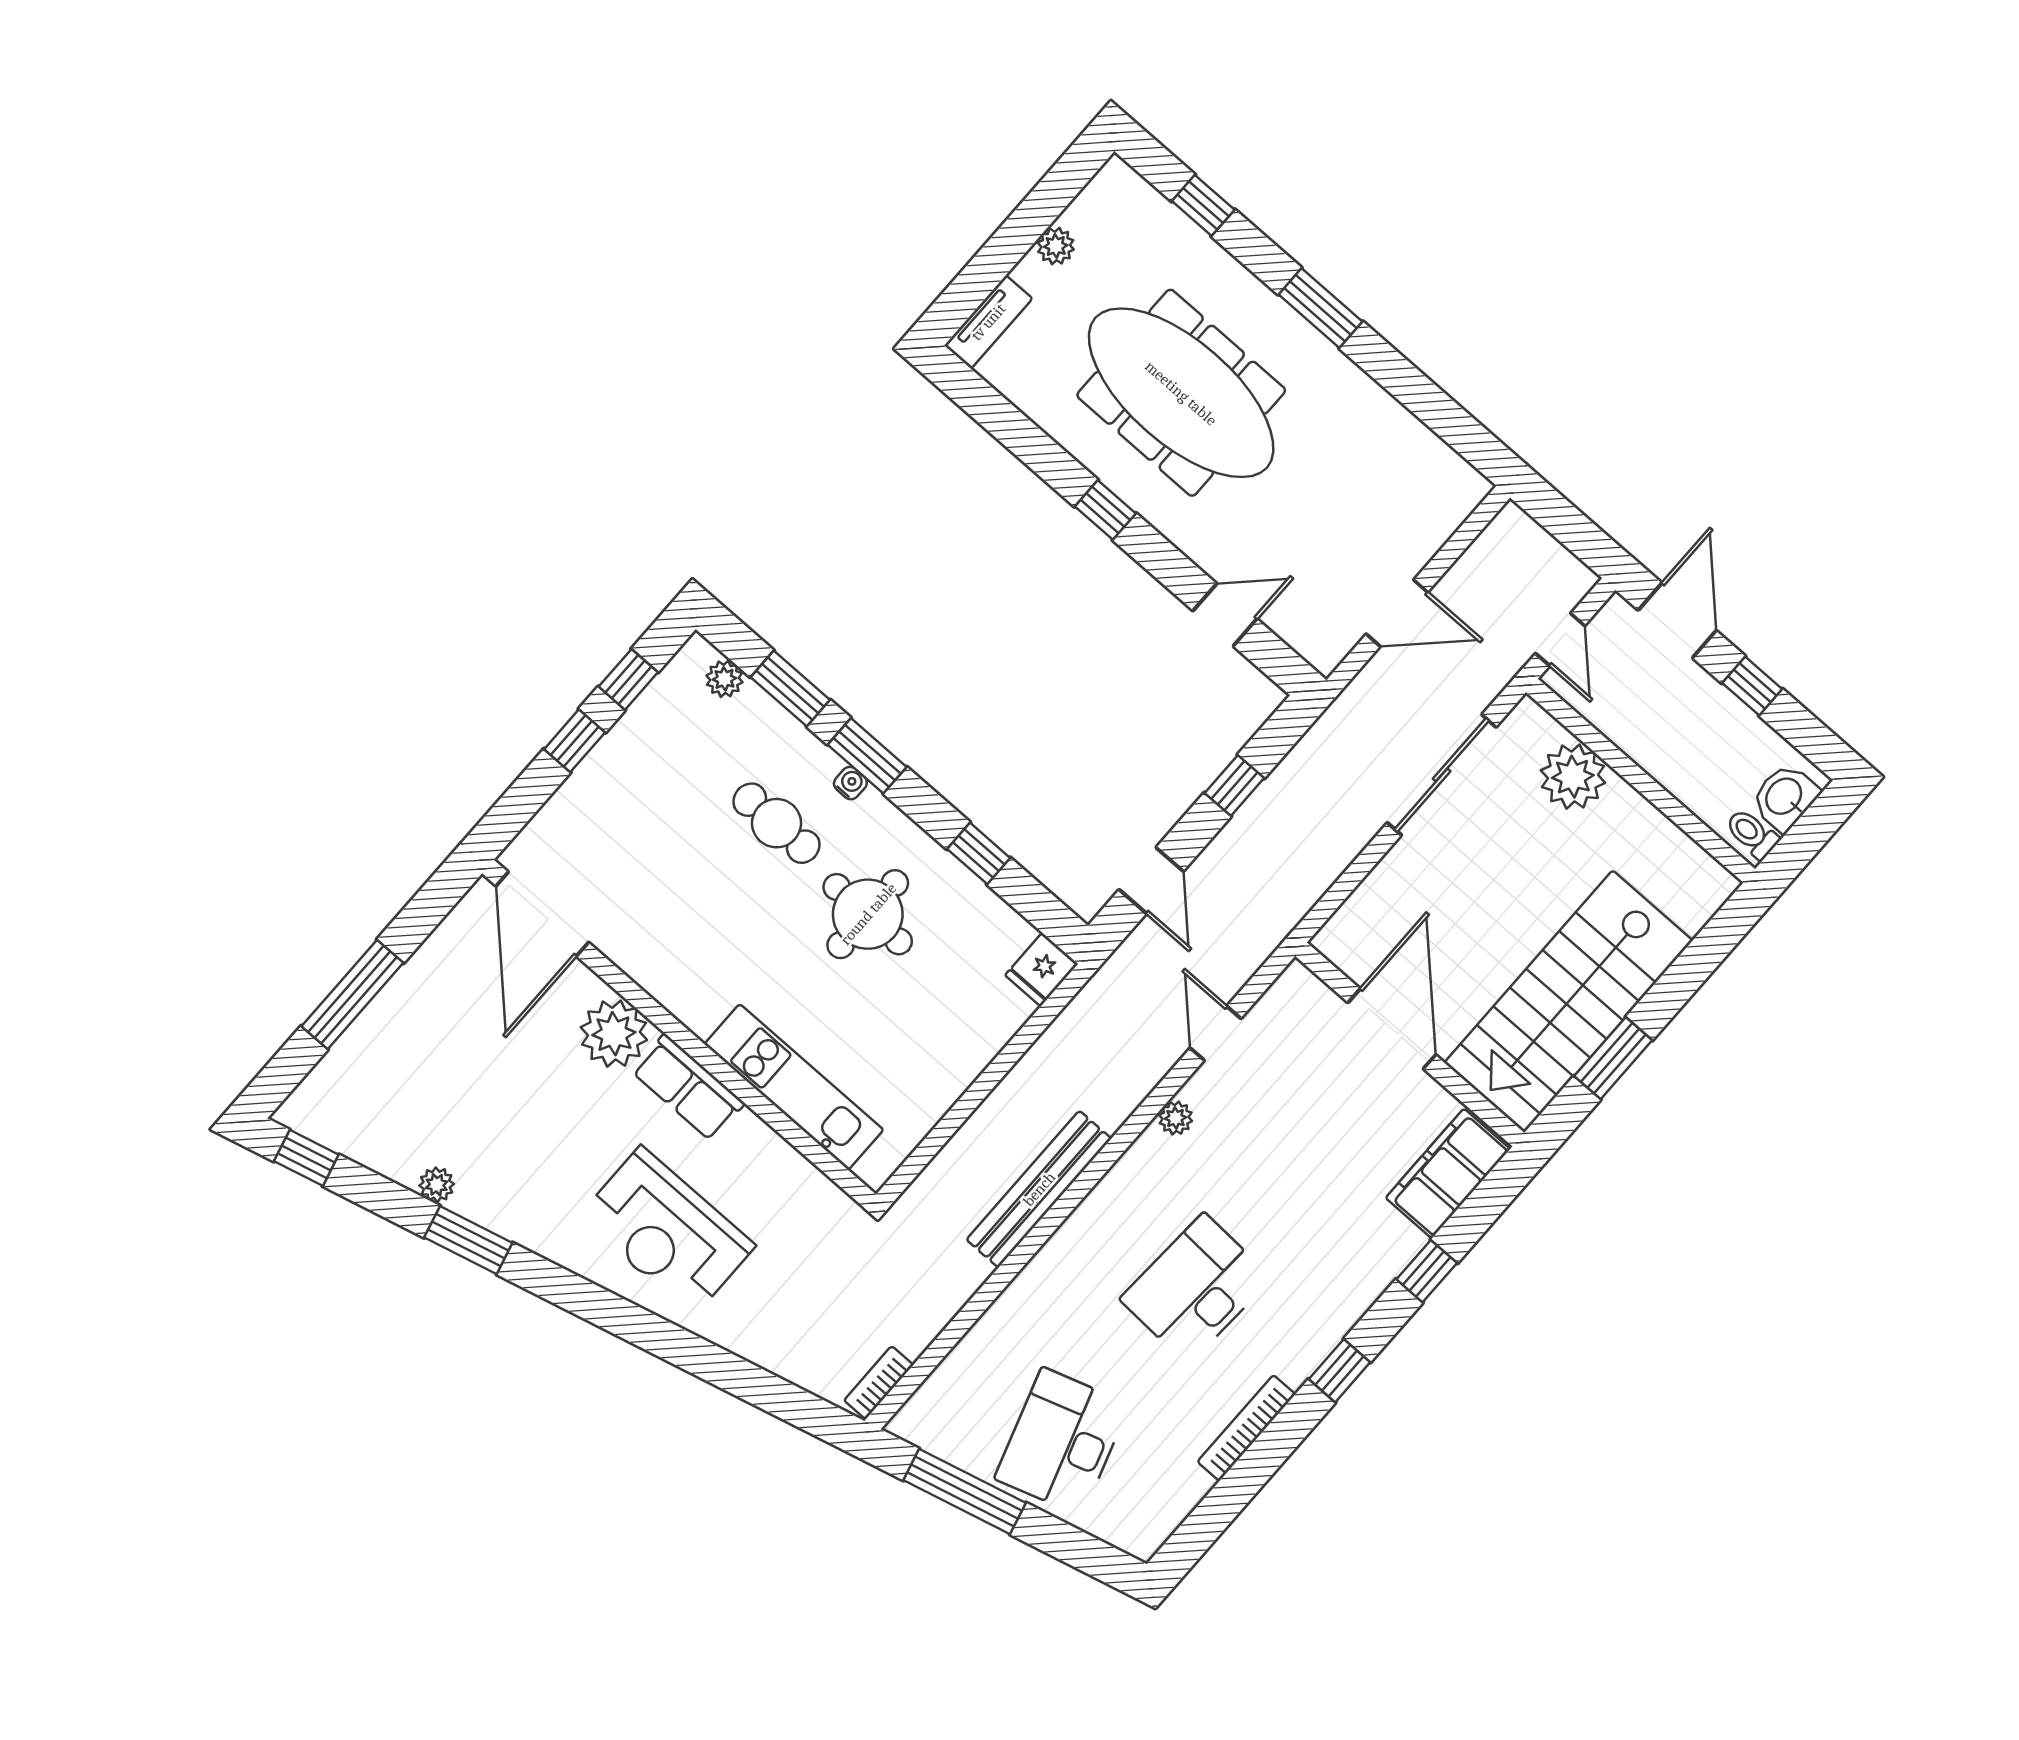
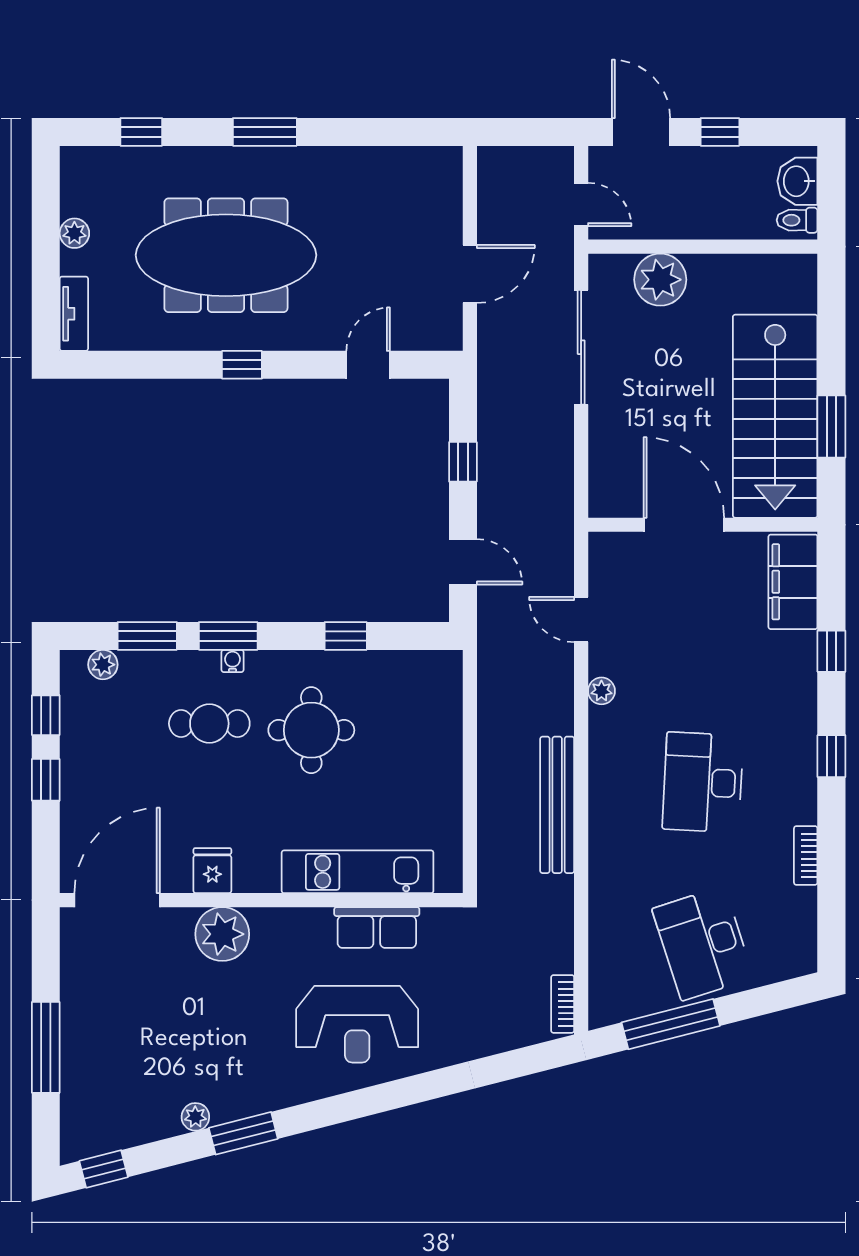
door: (542, 914) -> (117, 900), swing flipped
fridge: (1041, 970) -> (212, 871), moved, turned 180
row of seats: (688, 1087) -> (377, 927), moved
bookcase: (1246, 1428) -> (806, 855), width x0.64

